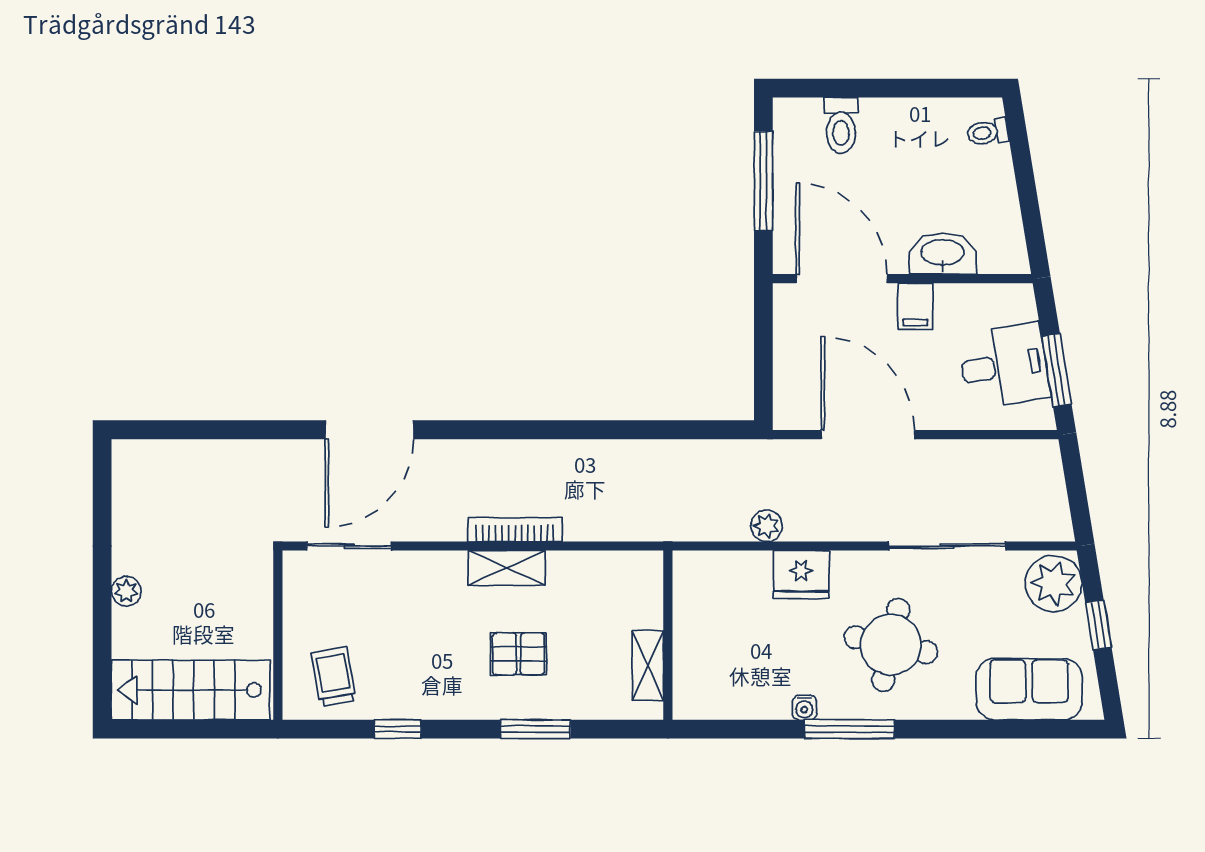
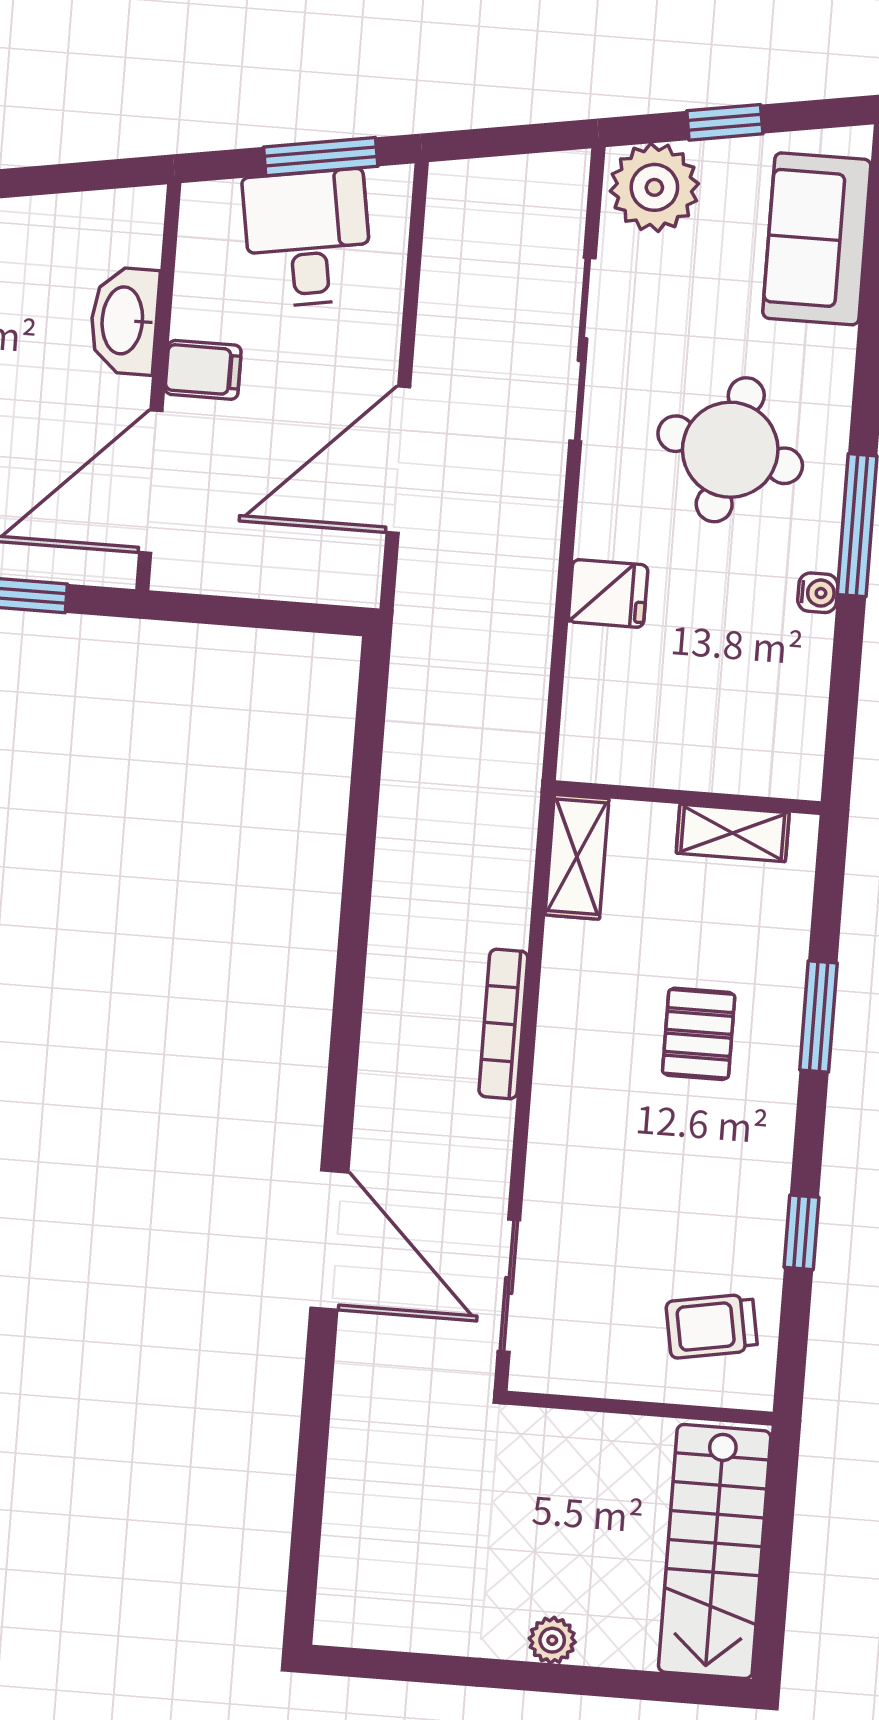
plant: (767, 526) -> (529, 630), removed
shelving: (507, 568) -> (577, 857), moved
fridge: (801, 574) -> (608, 593), width x0.72

